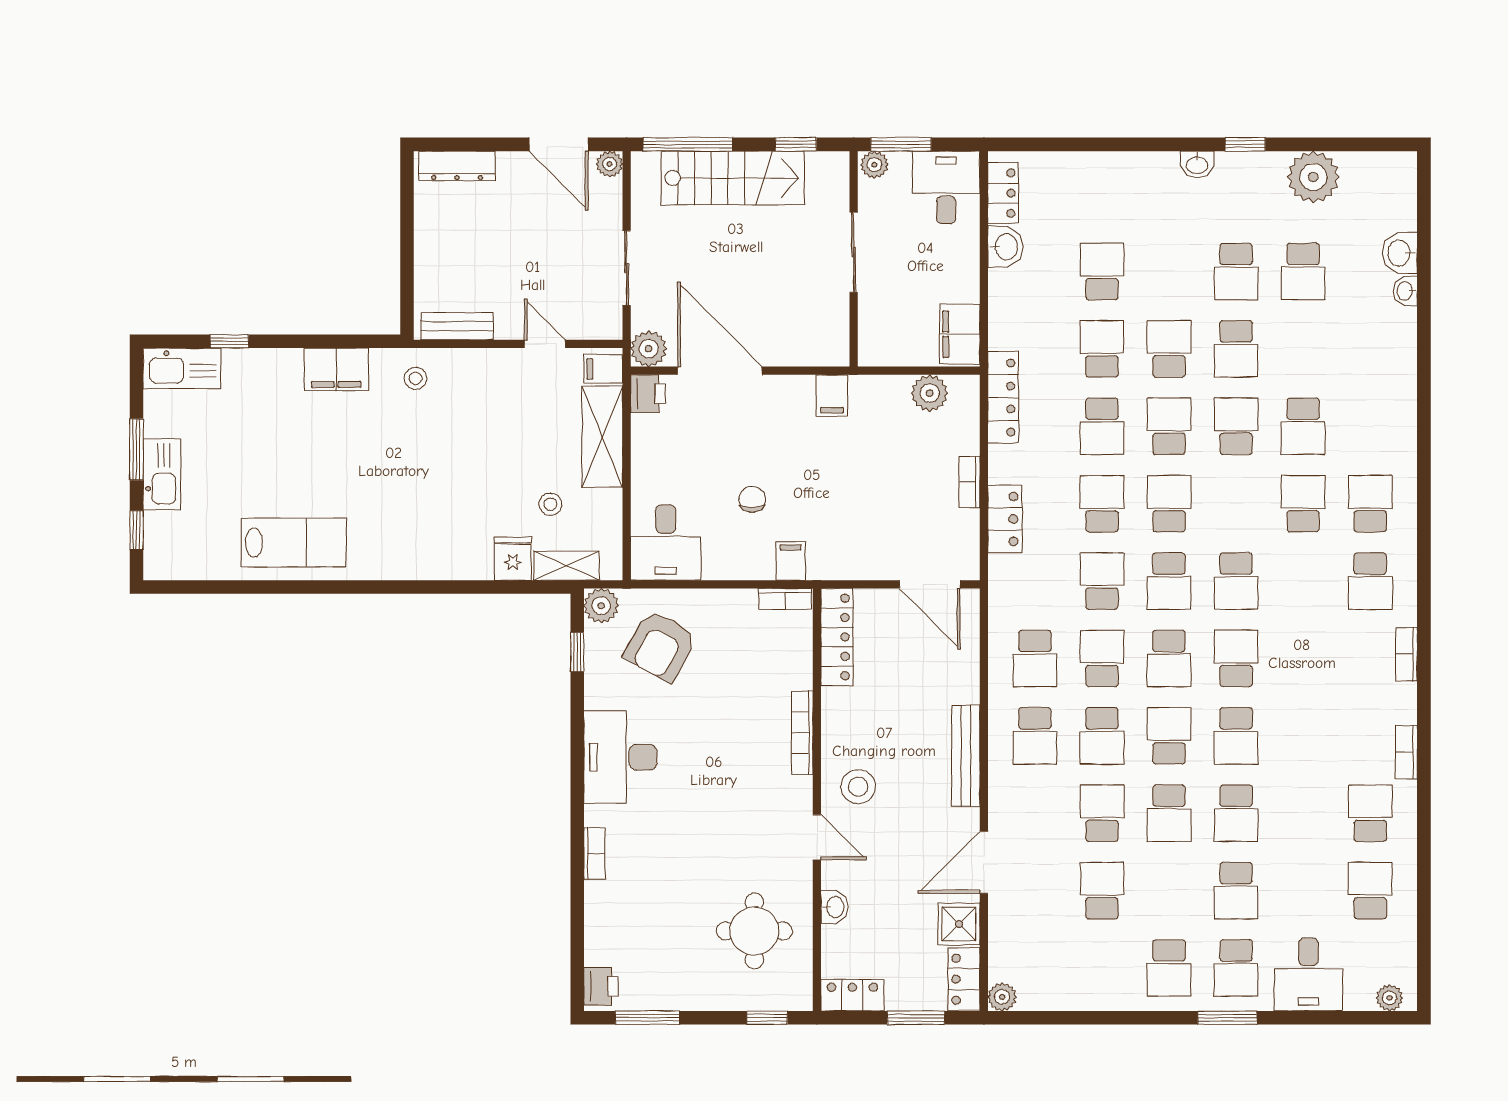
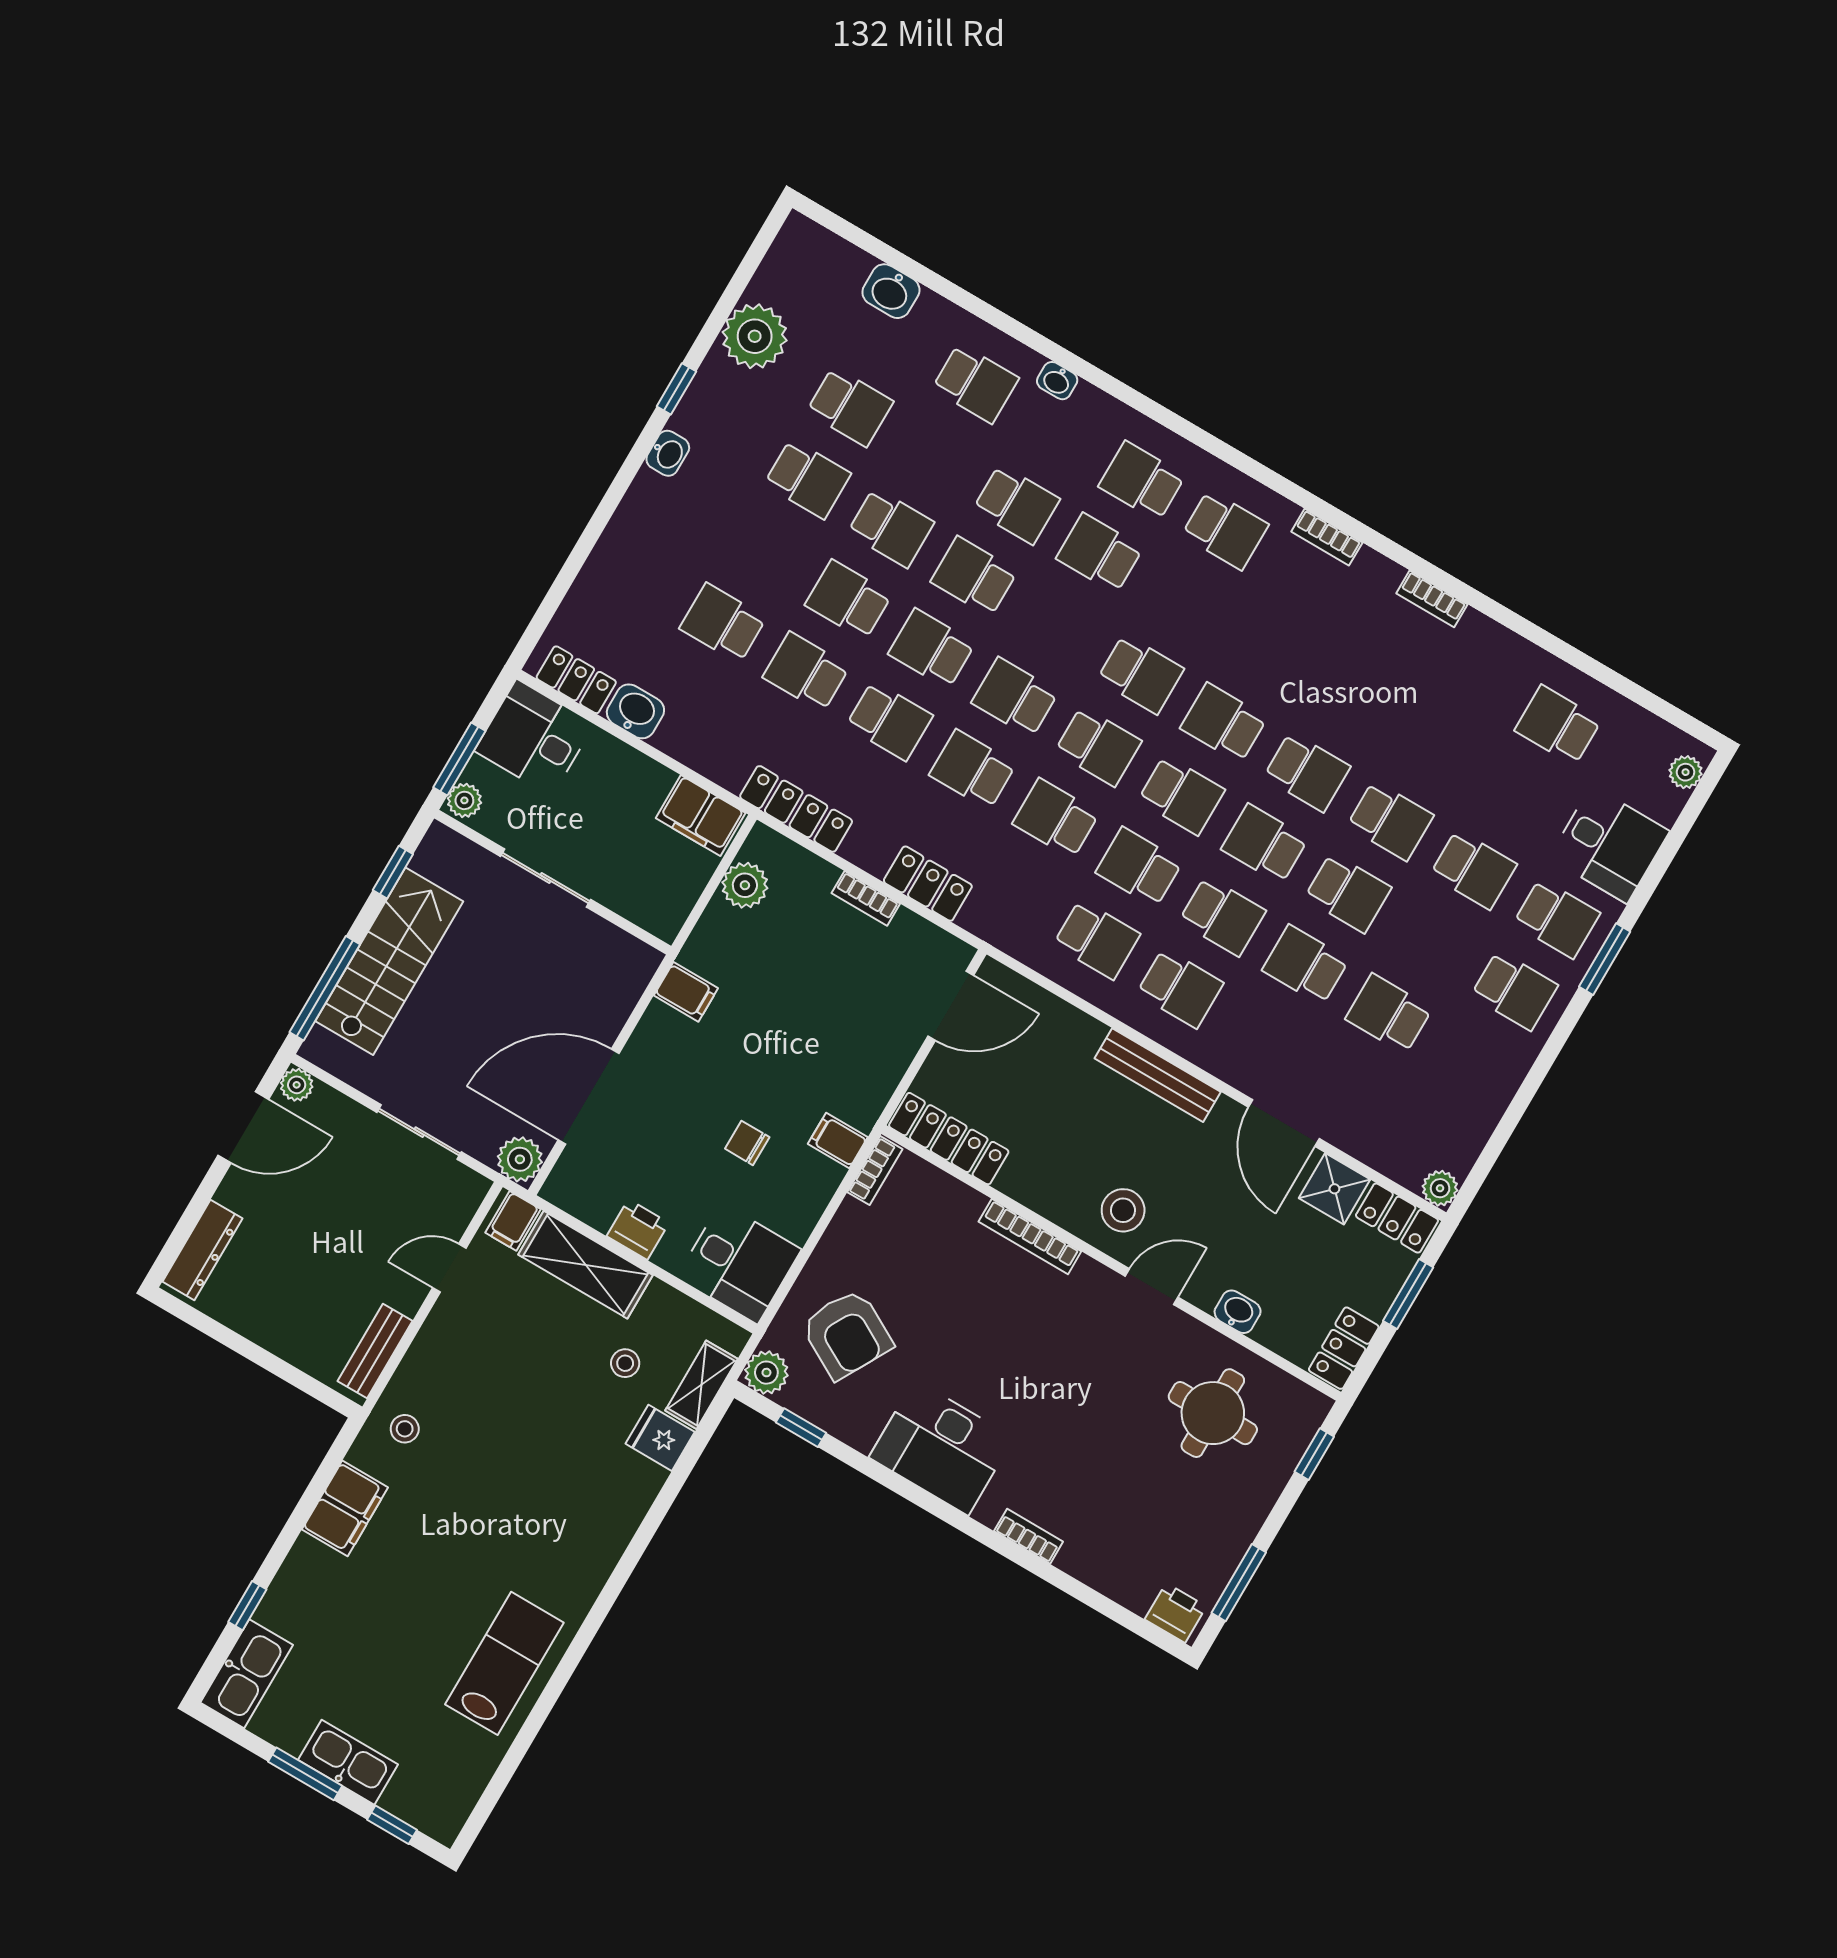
washbasin: (1405, 291) -> (1057, 381), moved
printer: (648, 394) -> (638, 1230), moved
school desk: (1370, 813) -> (975, 383), moved, turned 180

